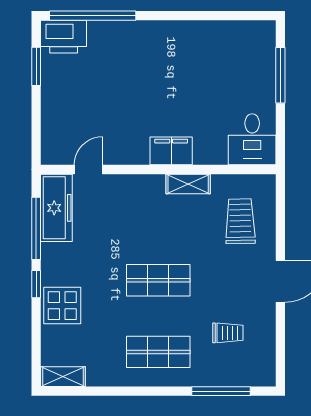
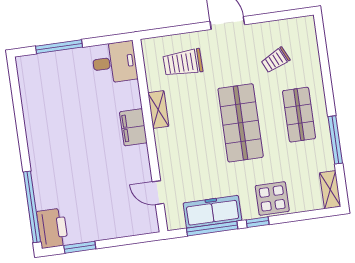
freezer: (56, 208) -> (212, 212), moved
shop shelf: (158, 280) -> (241, 123), width x1.43, depth x1.36
trolley: (228, 333) -> (275, 60), turned -115
window: (221, 391) -> (335, 140), moved

